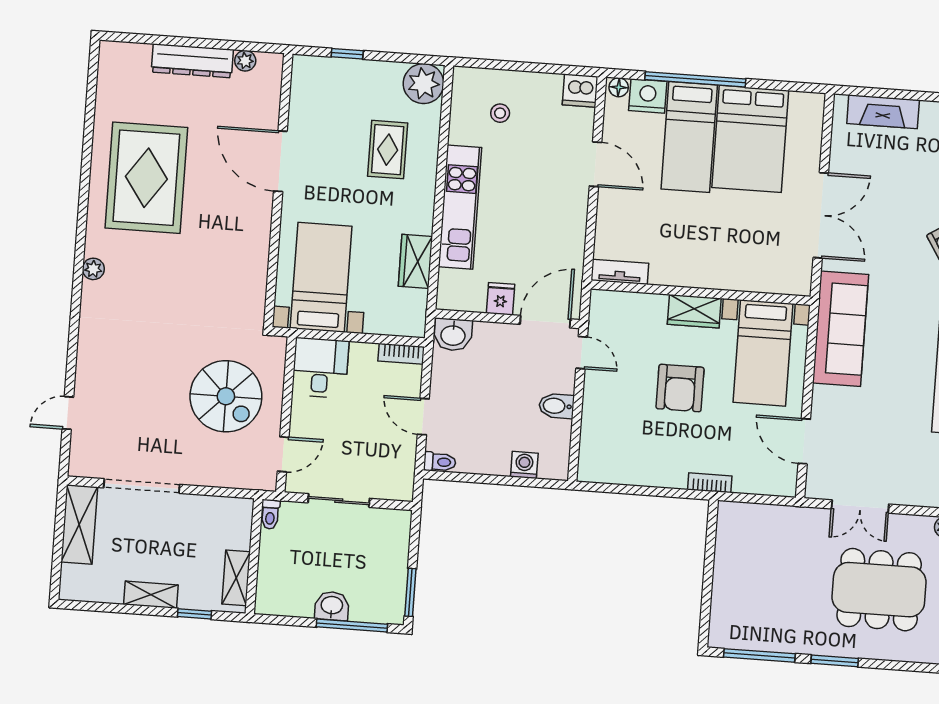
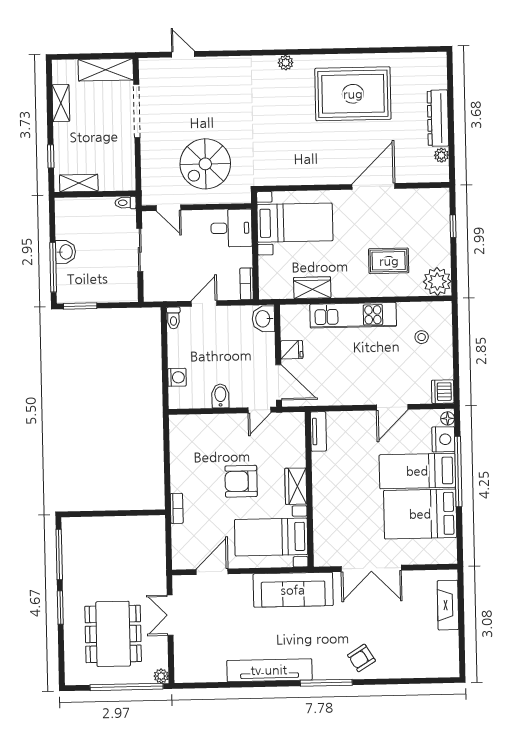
shelving: (151, 595) -> (61, 103), moved

